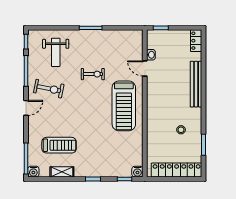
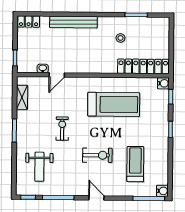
weight bench: (56, 52) -> (39, 167), turned 90
exercise bike: (49, 89) -> (97, 155), moved, turned 79
treadmill: (124, 106) -> (114, 104), moved
locker: (177, 170) -> (143, 66), moved, turned 90
shelving: (62, 172) -> (22, 97), moved

